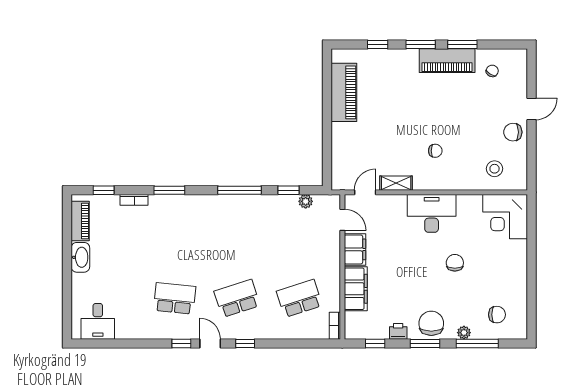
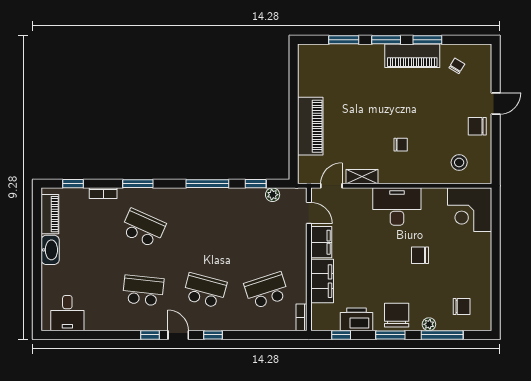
window: (378, 45) -> (344, 40), width x1.50
piano: (344, 92) -> (310, 126), moved
school desk: (175, 235) -> (143, 228), added
chair: (455, 263) -> (420, 255), turned -90
school desk: (237, 298) -> (205, 291), turned 33
printer: (398, 331) -> (357, 319), width x1.87, depth x1.48

